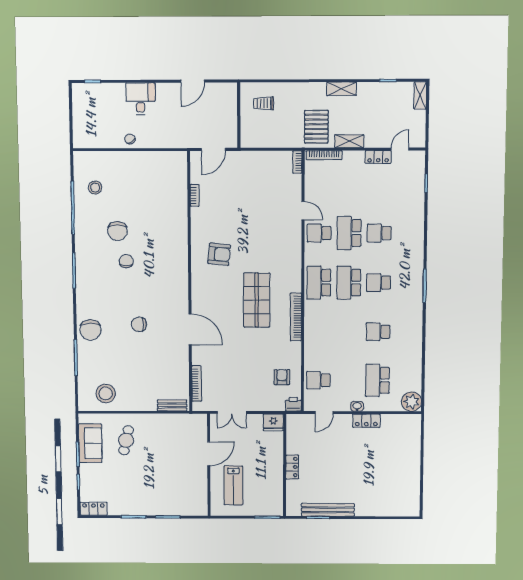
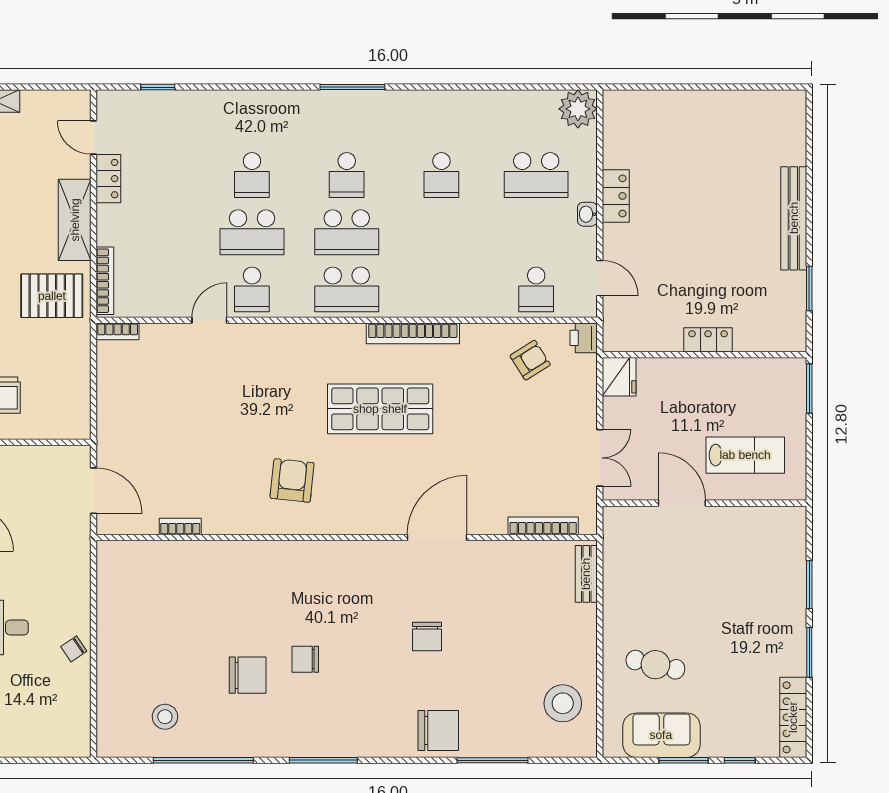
shelving: (349, 141) -> (75, 220), width x1.50, depth x1.33
armchair: (282, 377) -> (530, 360), turned 148
locker: (93, 509) -> (793, 717), width x1.53
bench: (328, 510) -> (794, 218), moved

